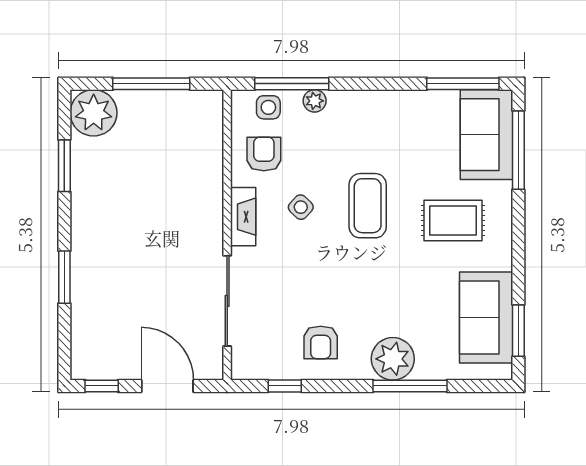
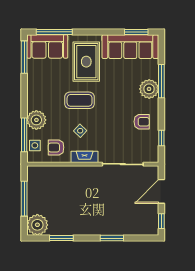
plant: (315, 101) -> (36, 120), width x1.87, depth x1.87
rug: (453, 221) -> (86, 62), width x1.36, depth x1.43
sofa: (486, 317) -> (130, 47), width x1.36

